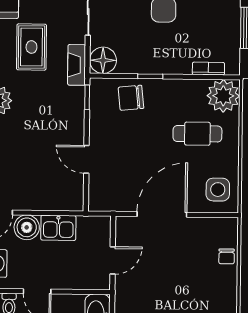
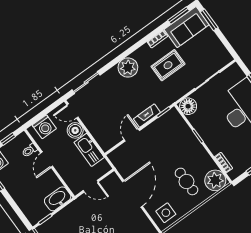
fireplace: (77, 65) -> (147, 116), moved
chair: (131, 98) -> (180, 134), removed
door: (162, 214) -> (132, 194), hinge flipped
kitchen sink: (58, 228) -> (89, 150), width x1.38

